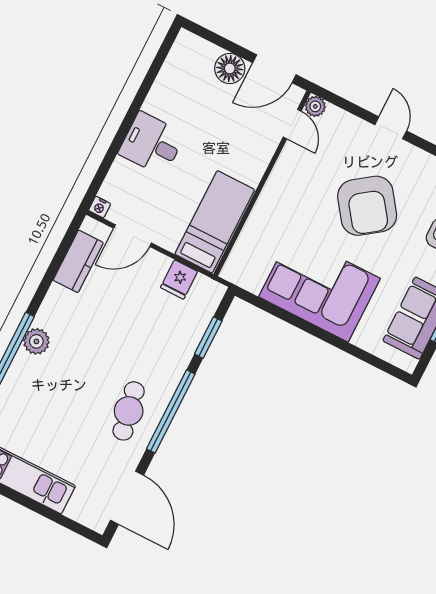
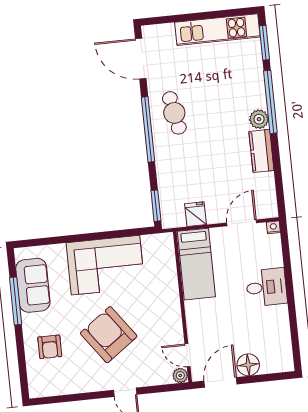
kitchen counter: (78, 261) -> (261, 151), moved
window: (208, 337) -> (156, 206), moved

